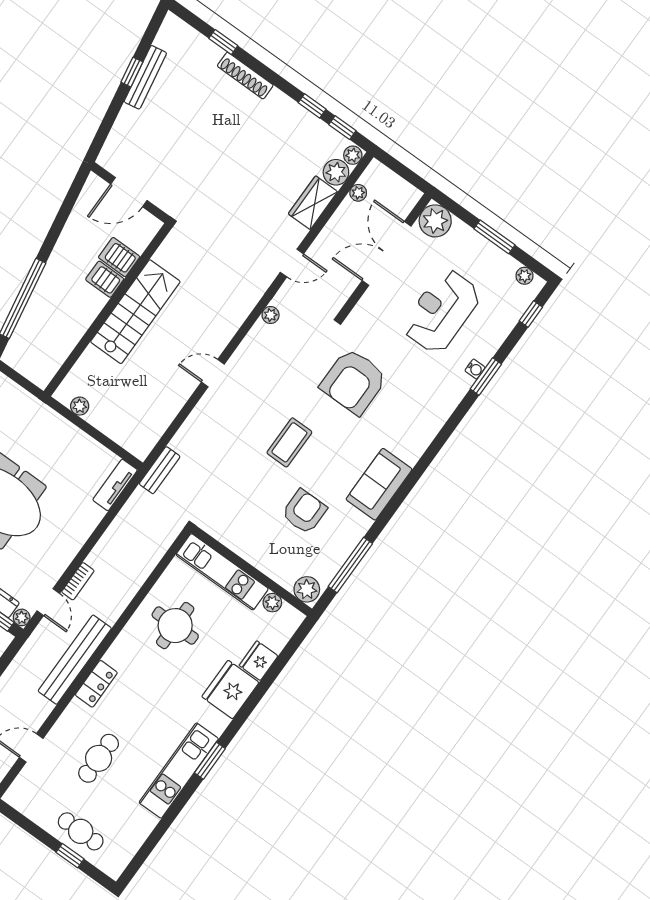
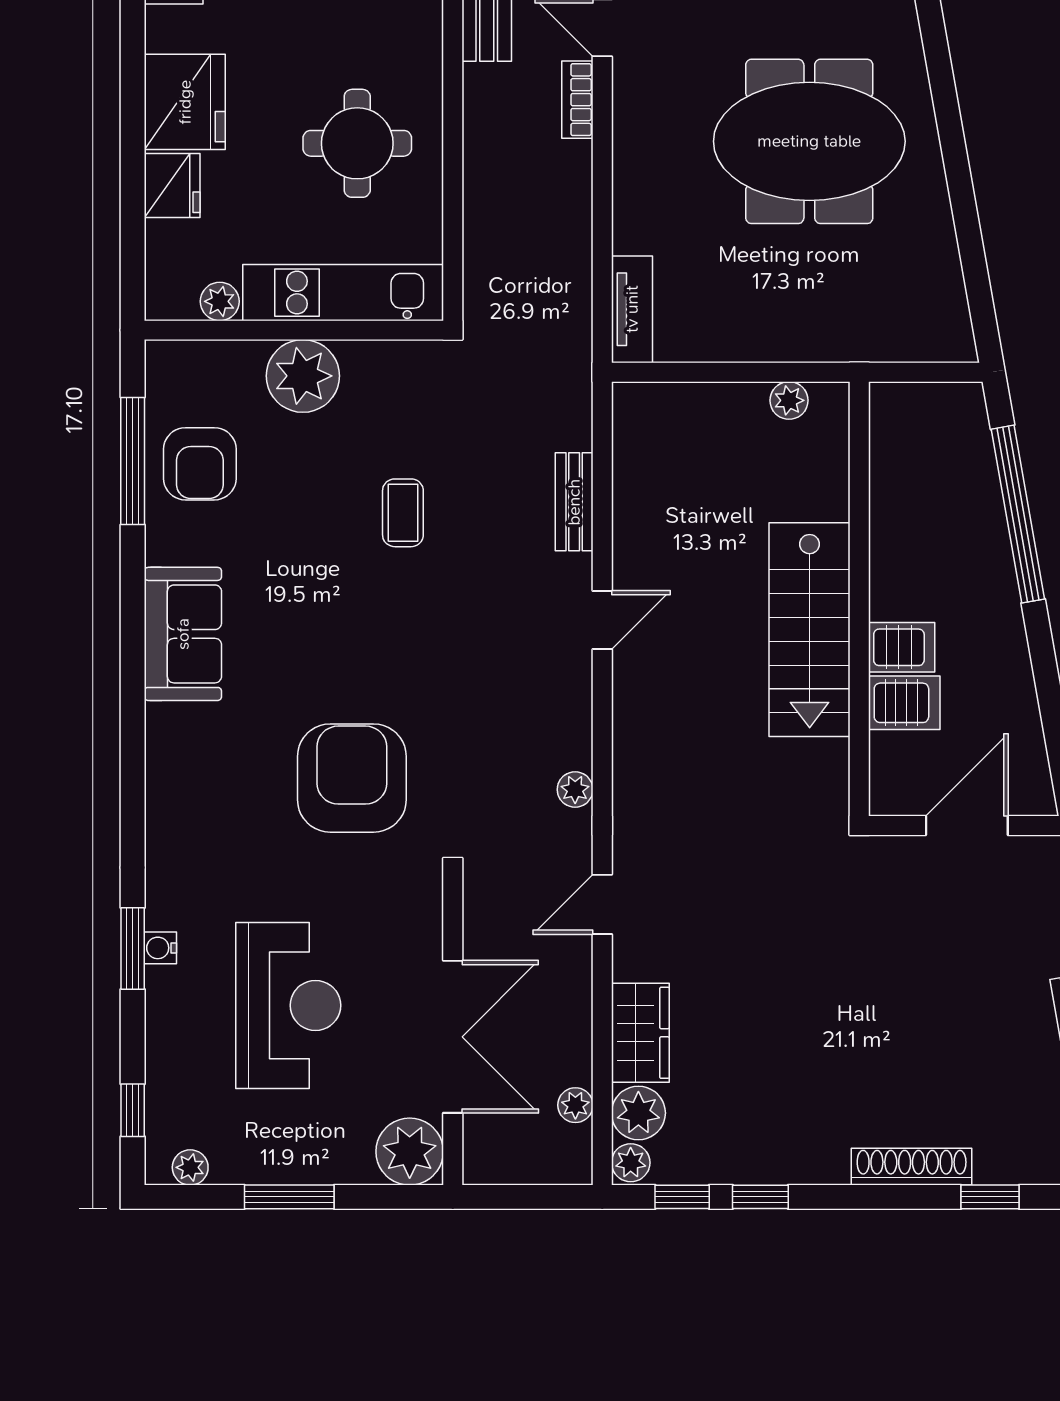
coffee table: (289, 442) -> (403, 513), moved, width x0.73, depth x0.77
bench: (160, 470) -> (574, 502), moved
armchair: (304, 512) -> (200, 464), moved
plant: (307, 589) -> (303, 376), moved, width x1.36, depth x1.36

